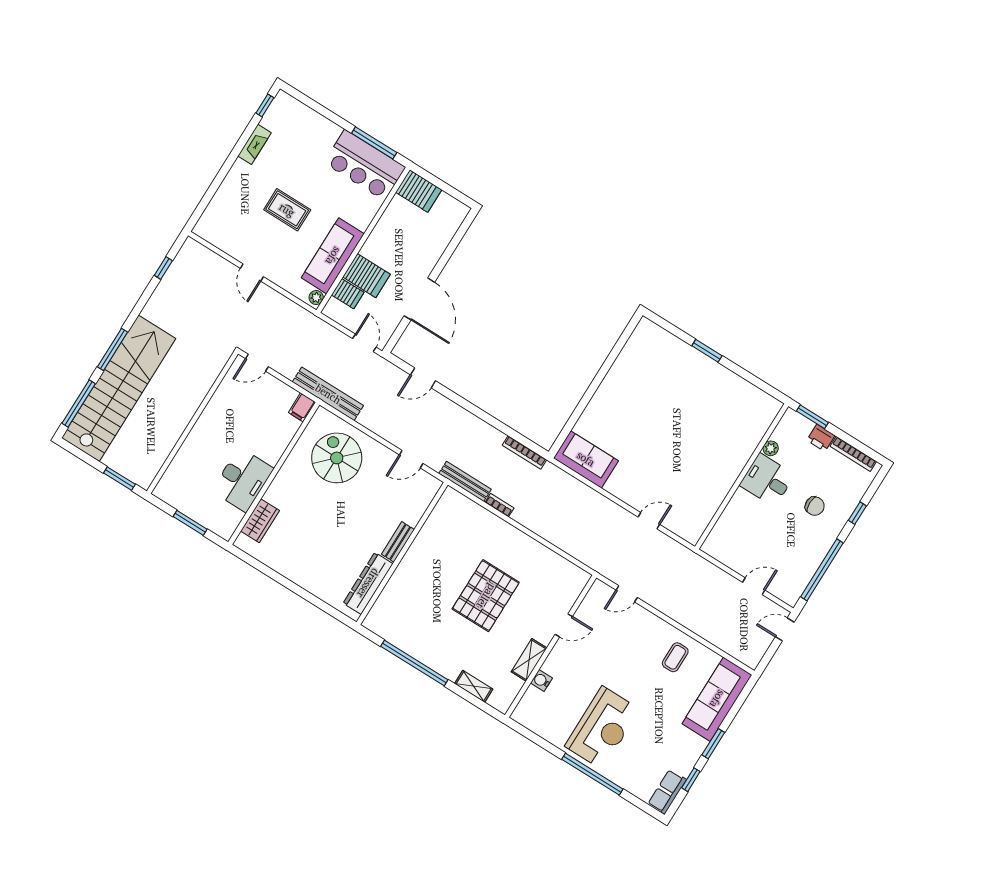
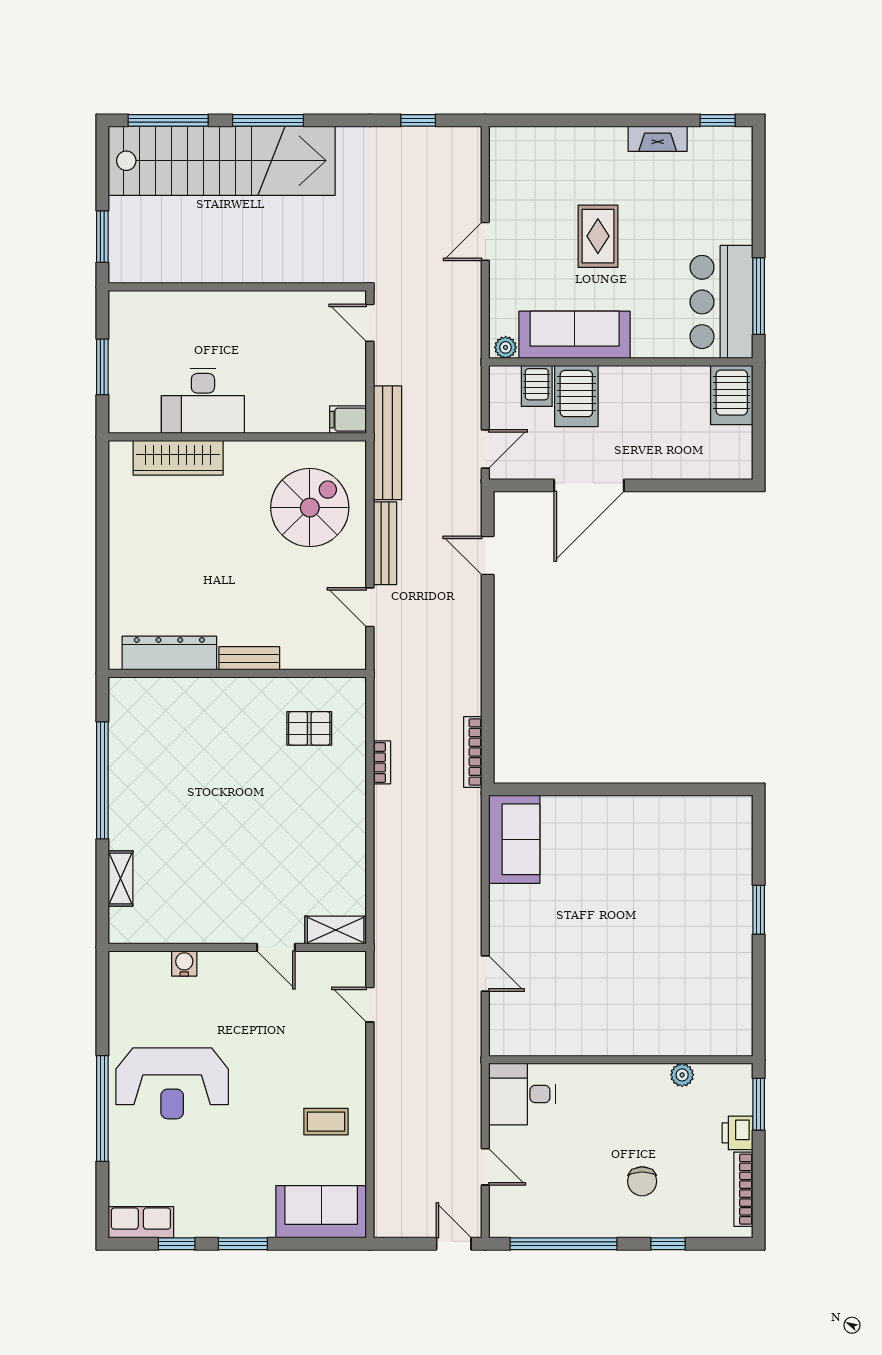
desk: (767, 480) -> (522, 1094), moved, turned -90
bench: (465, 481) -> (385, 543), moved
wardrobe: (260, 521) -> (178, 458), width x1.50
pallet: (486, 596) -> (309, 728), moved, width x0.49, depth x0.50
shelving: (529, 660) -> (336, 930), moved
sofa: (717, 699) -> (321, 1212), width x0.73

